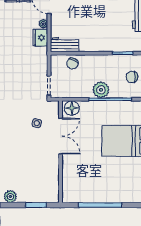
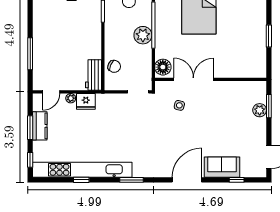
plant: (10, 197) -> (260, 110), moved
window: (100, 205) -> (269, 36), width x0.47

